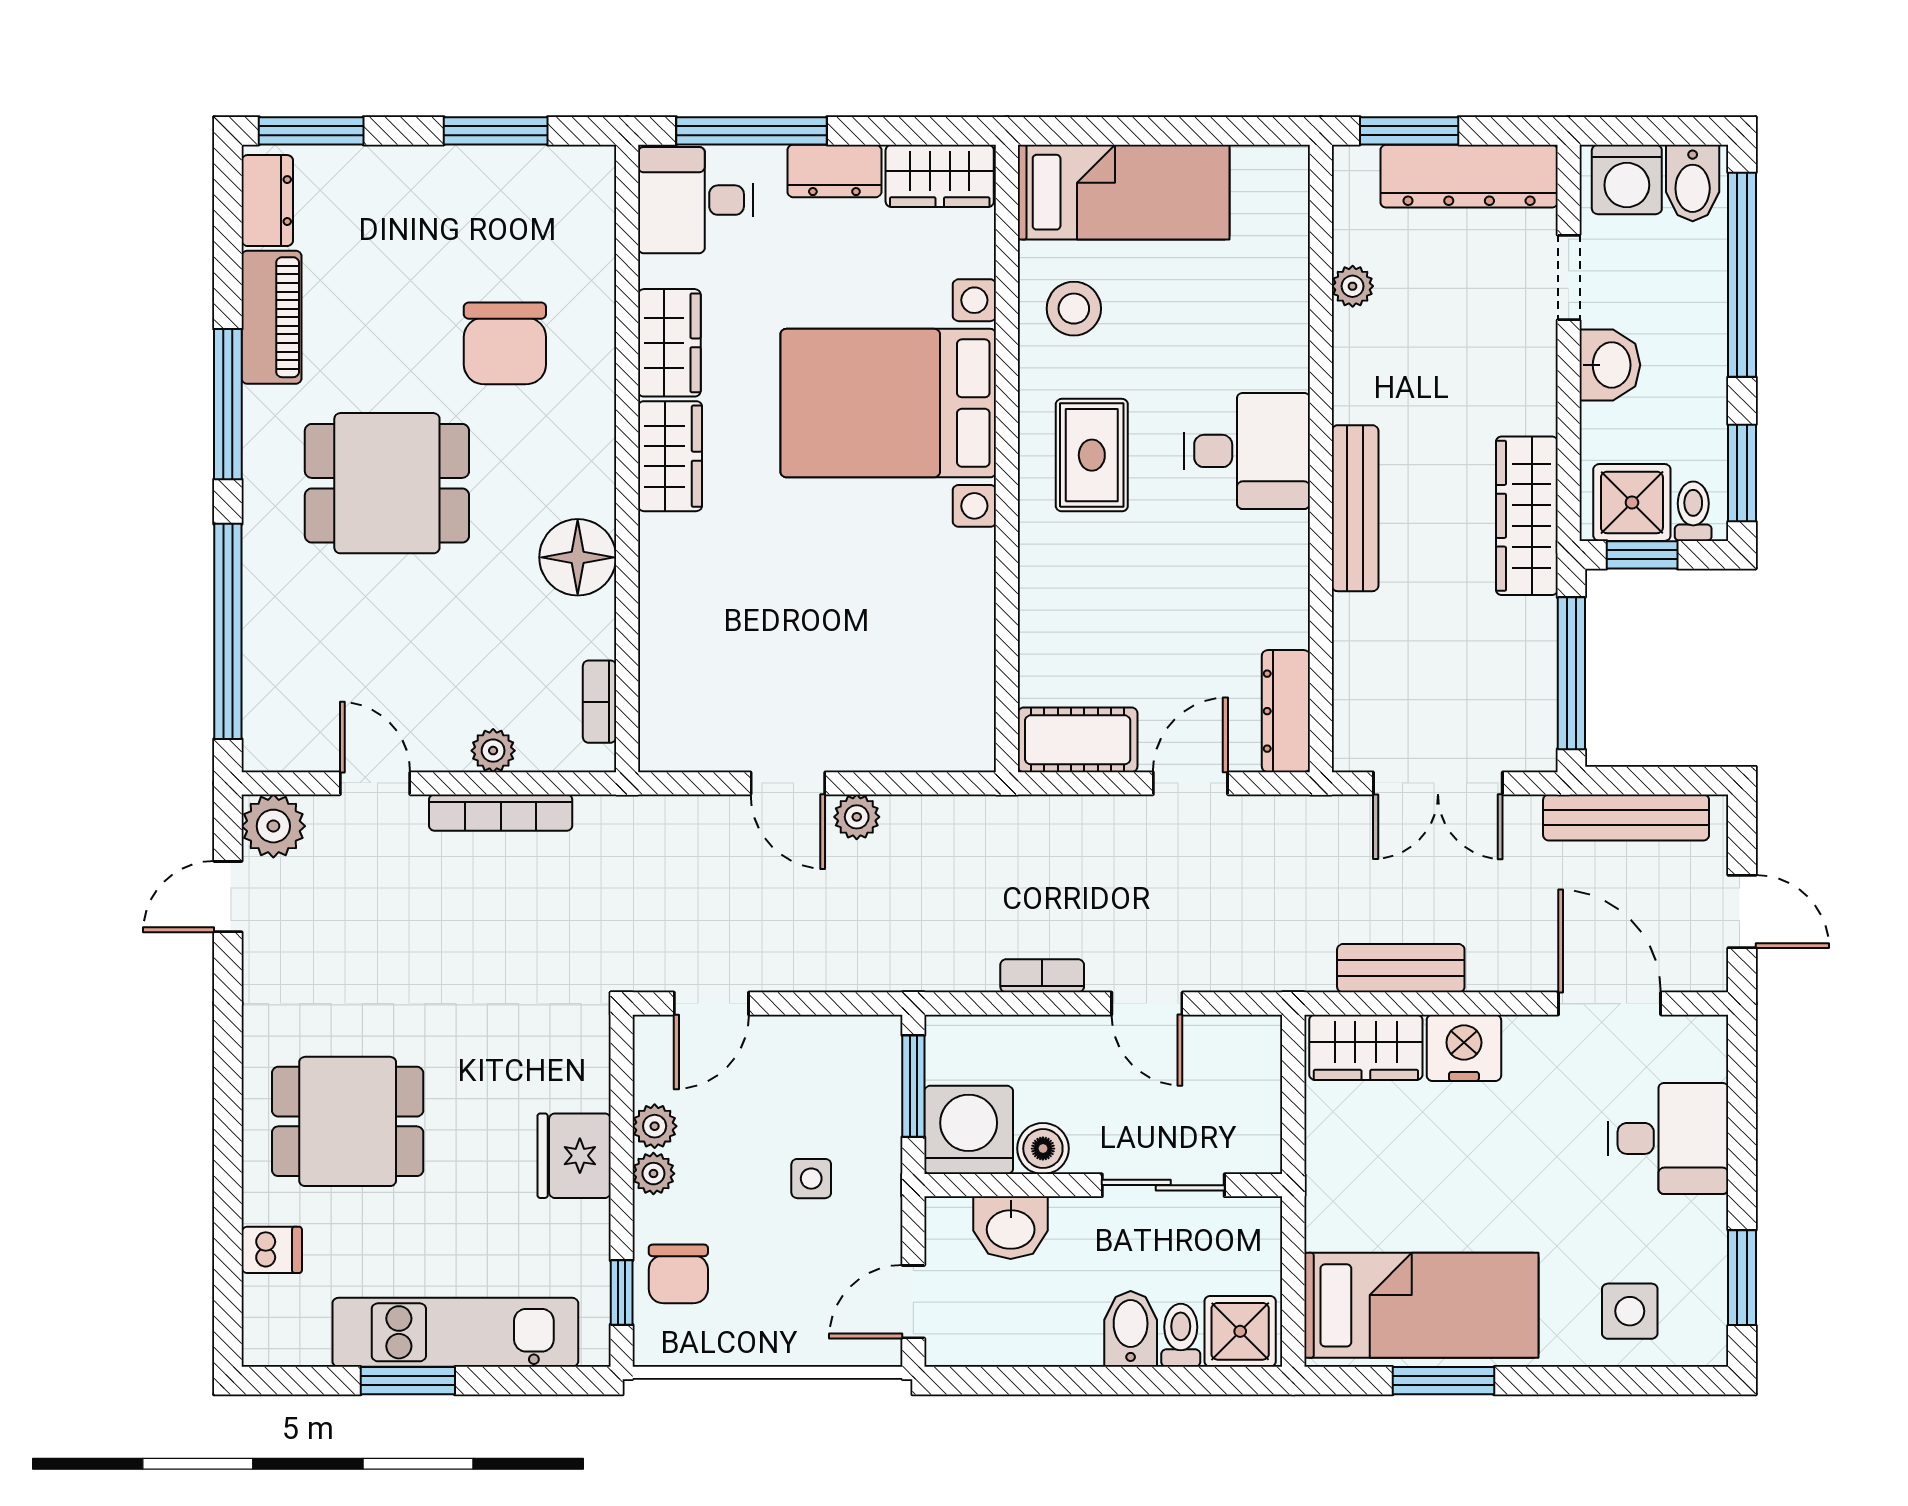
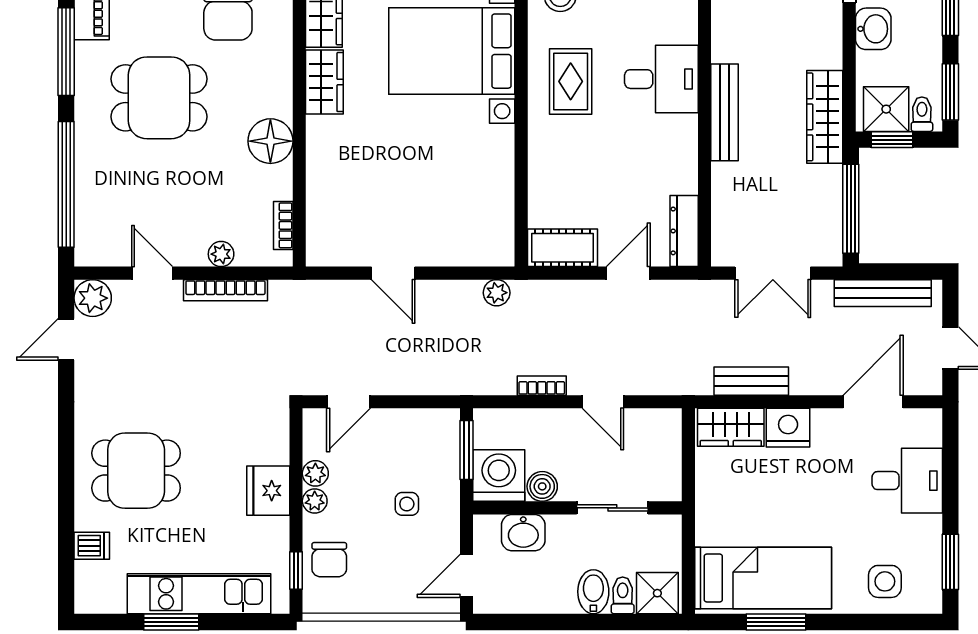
plant: (857, 817) -> (497, 293), moved
door: (1610, 1004) -> (873, 402), hinge flipped

